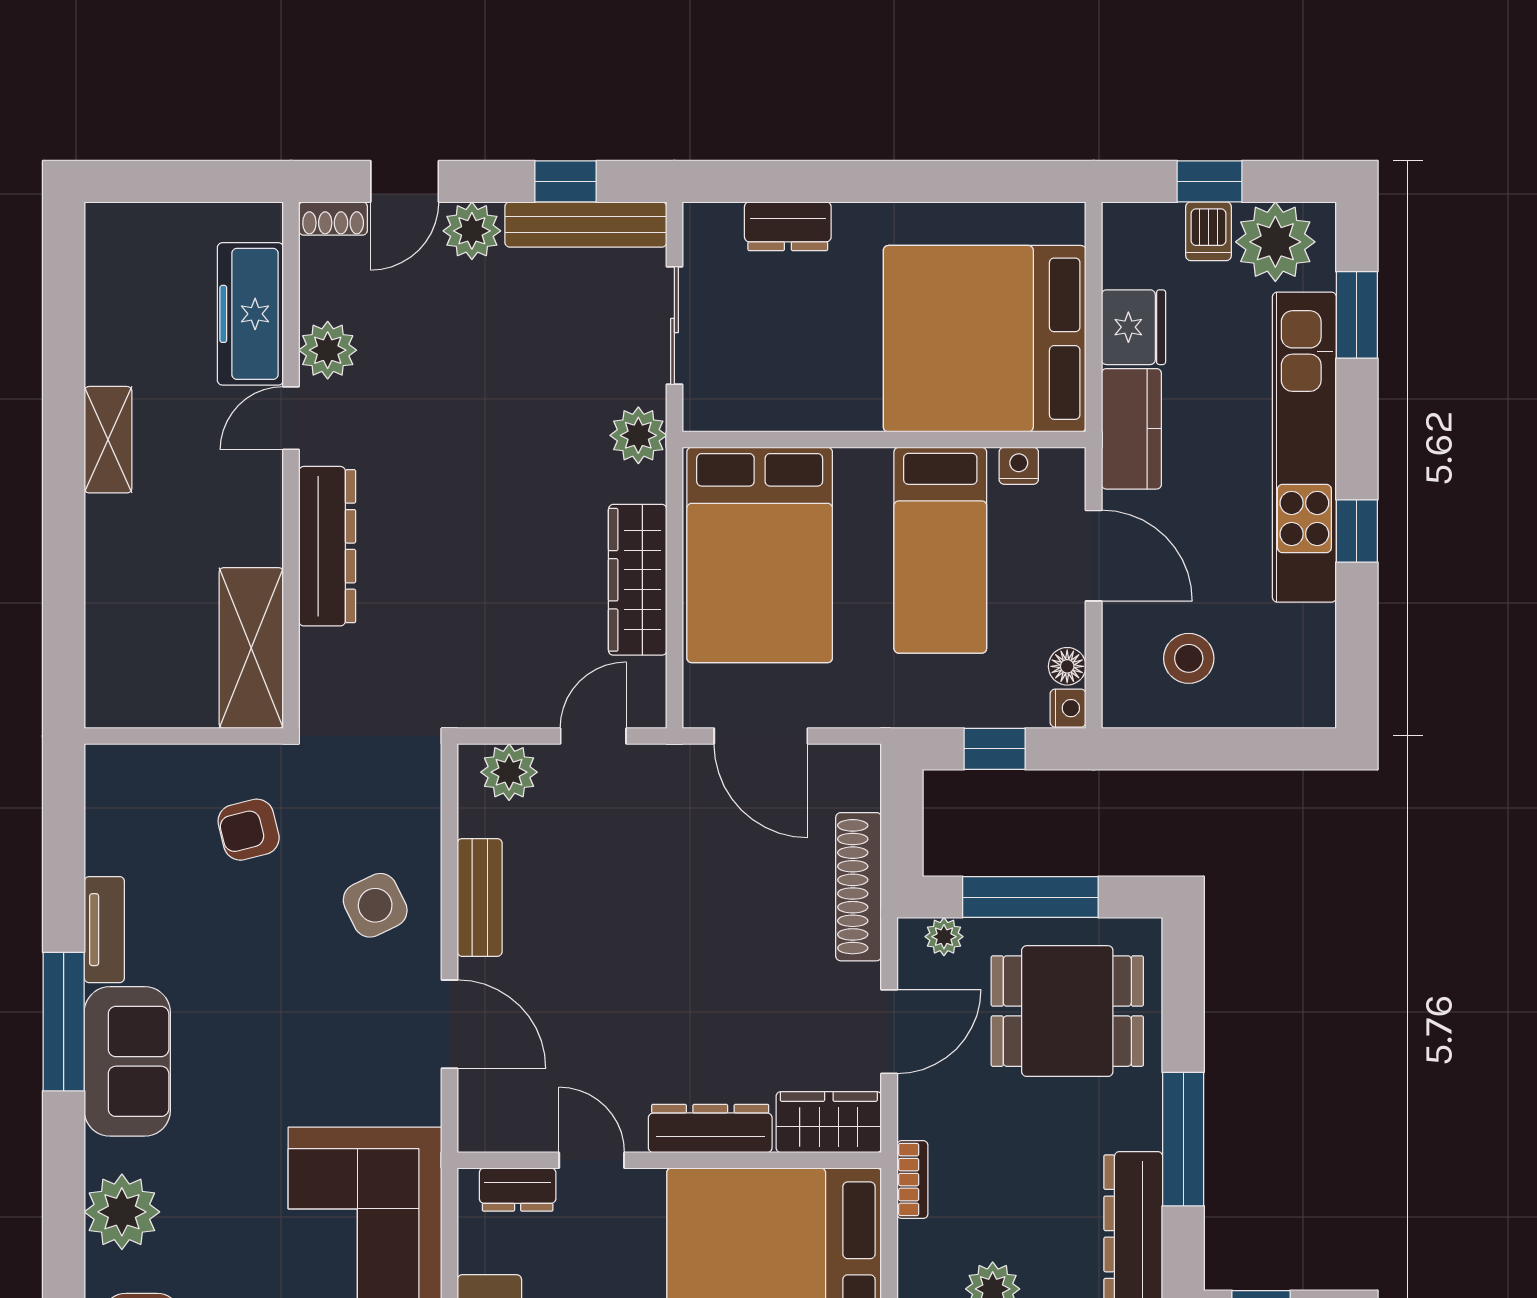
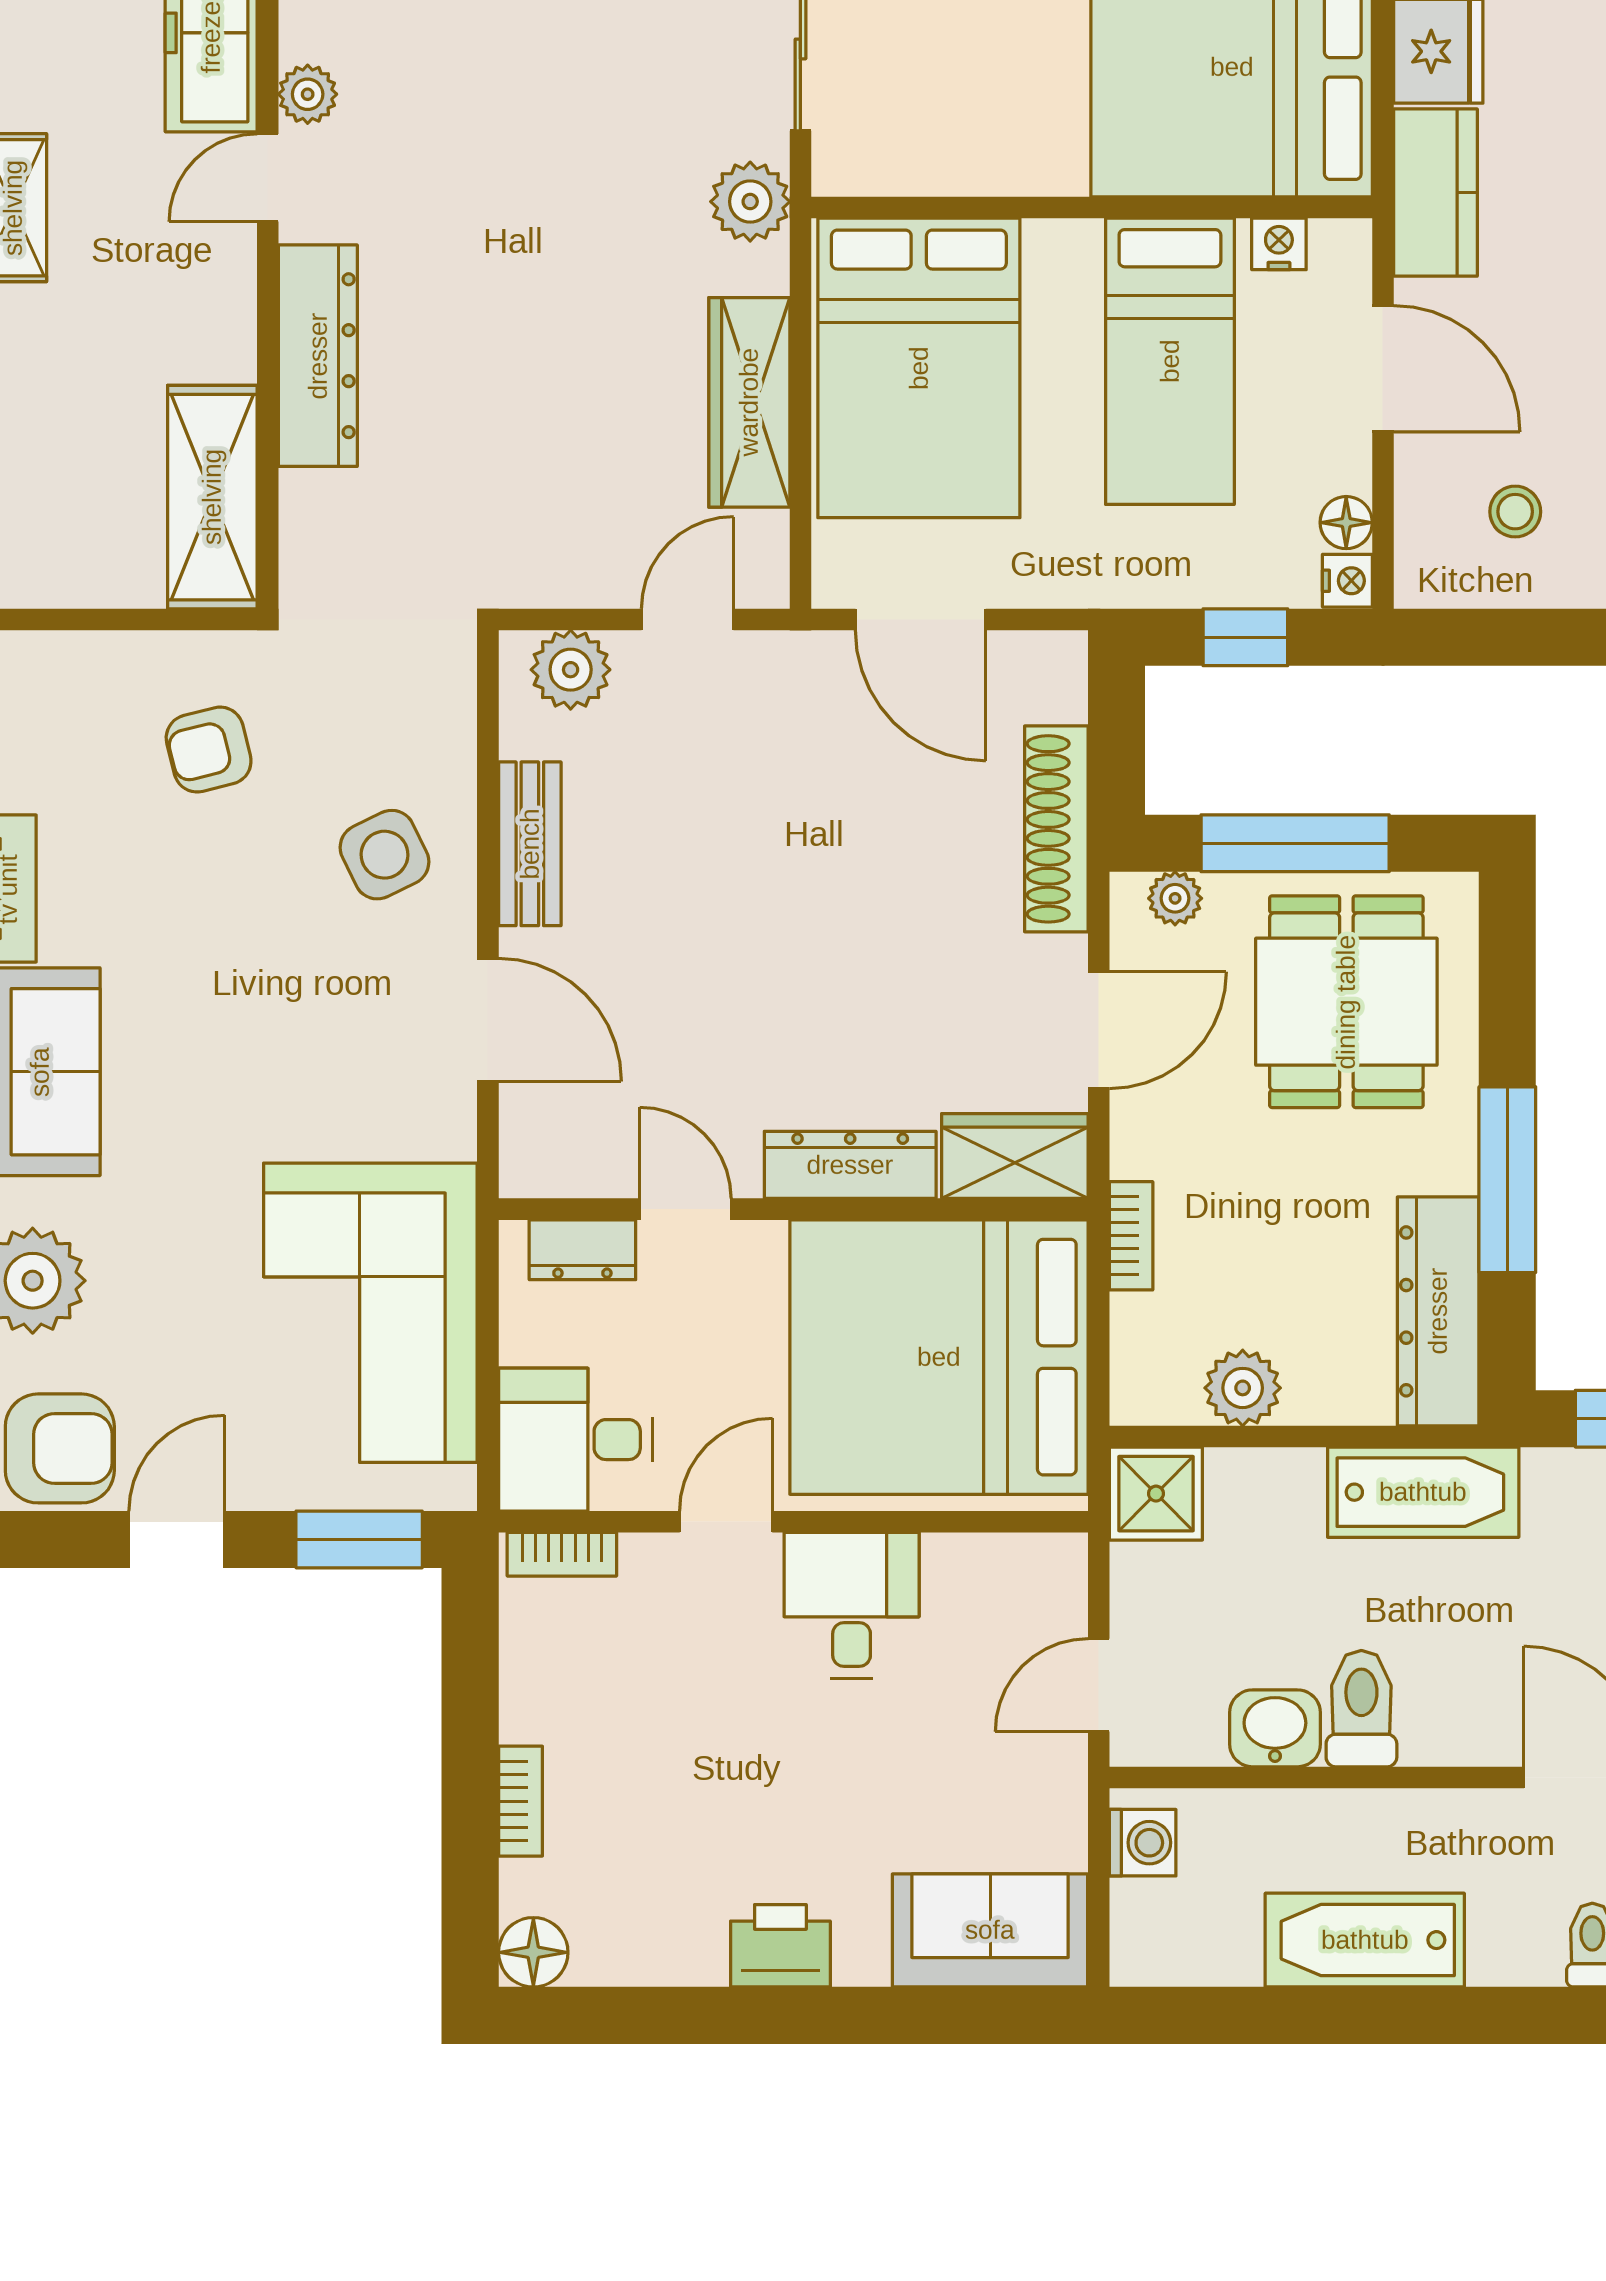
plant: (328, 350) -> (308, 94), width x0.73, depth x0.73
stool: (1189, 658) -> (1515, 512), width x0.73, depth x0.73
dining table: (1067, 1011) -> (1346, 1002), turned 90

